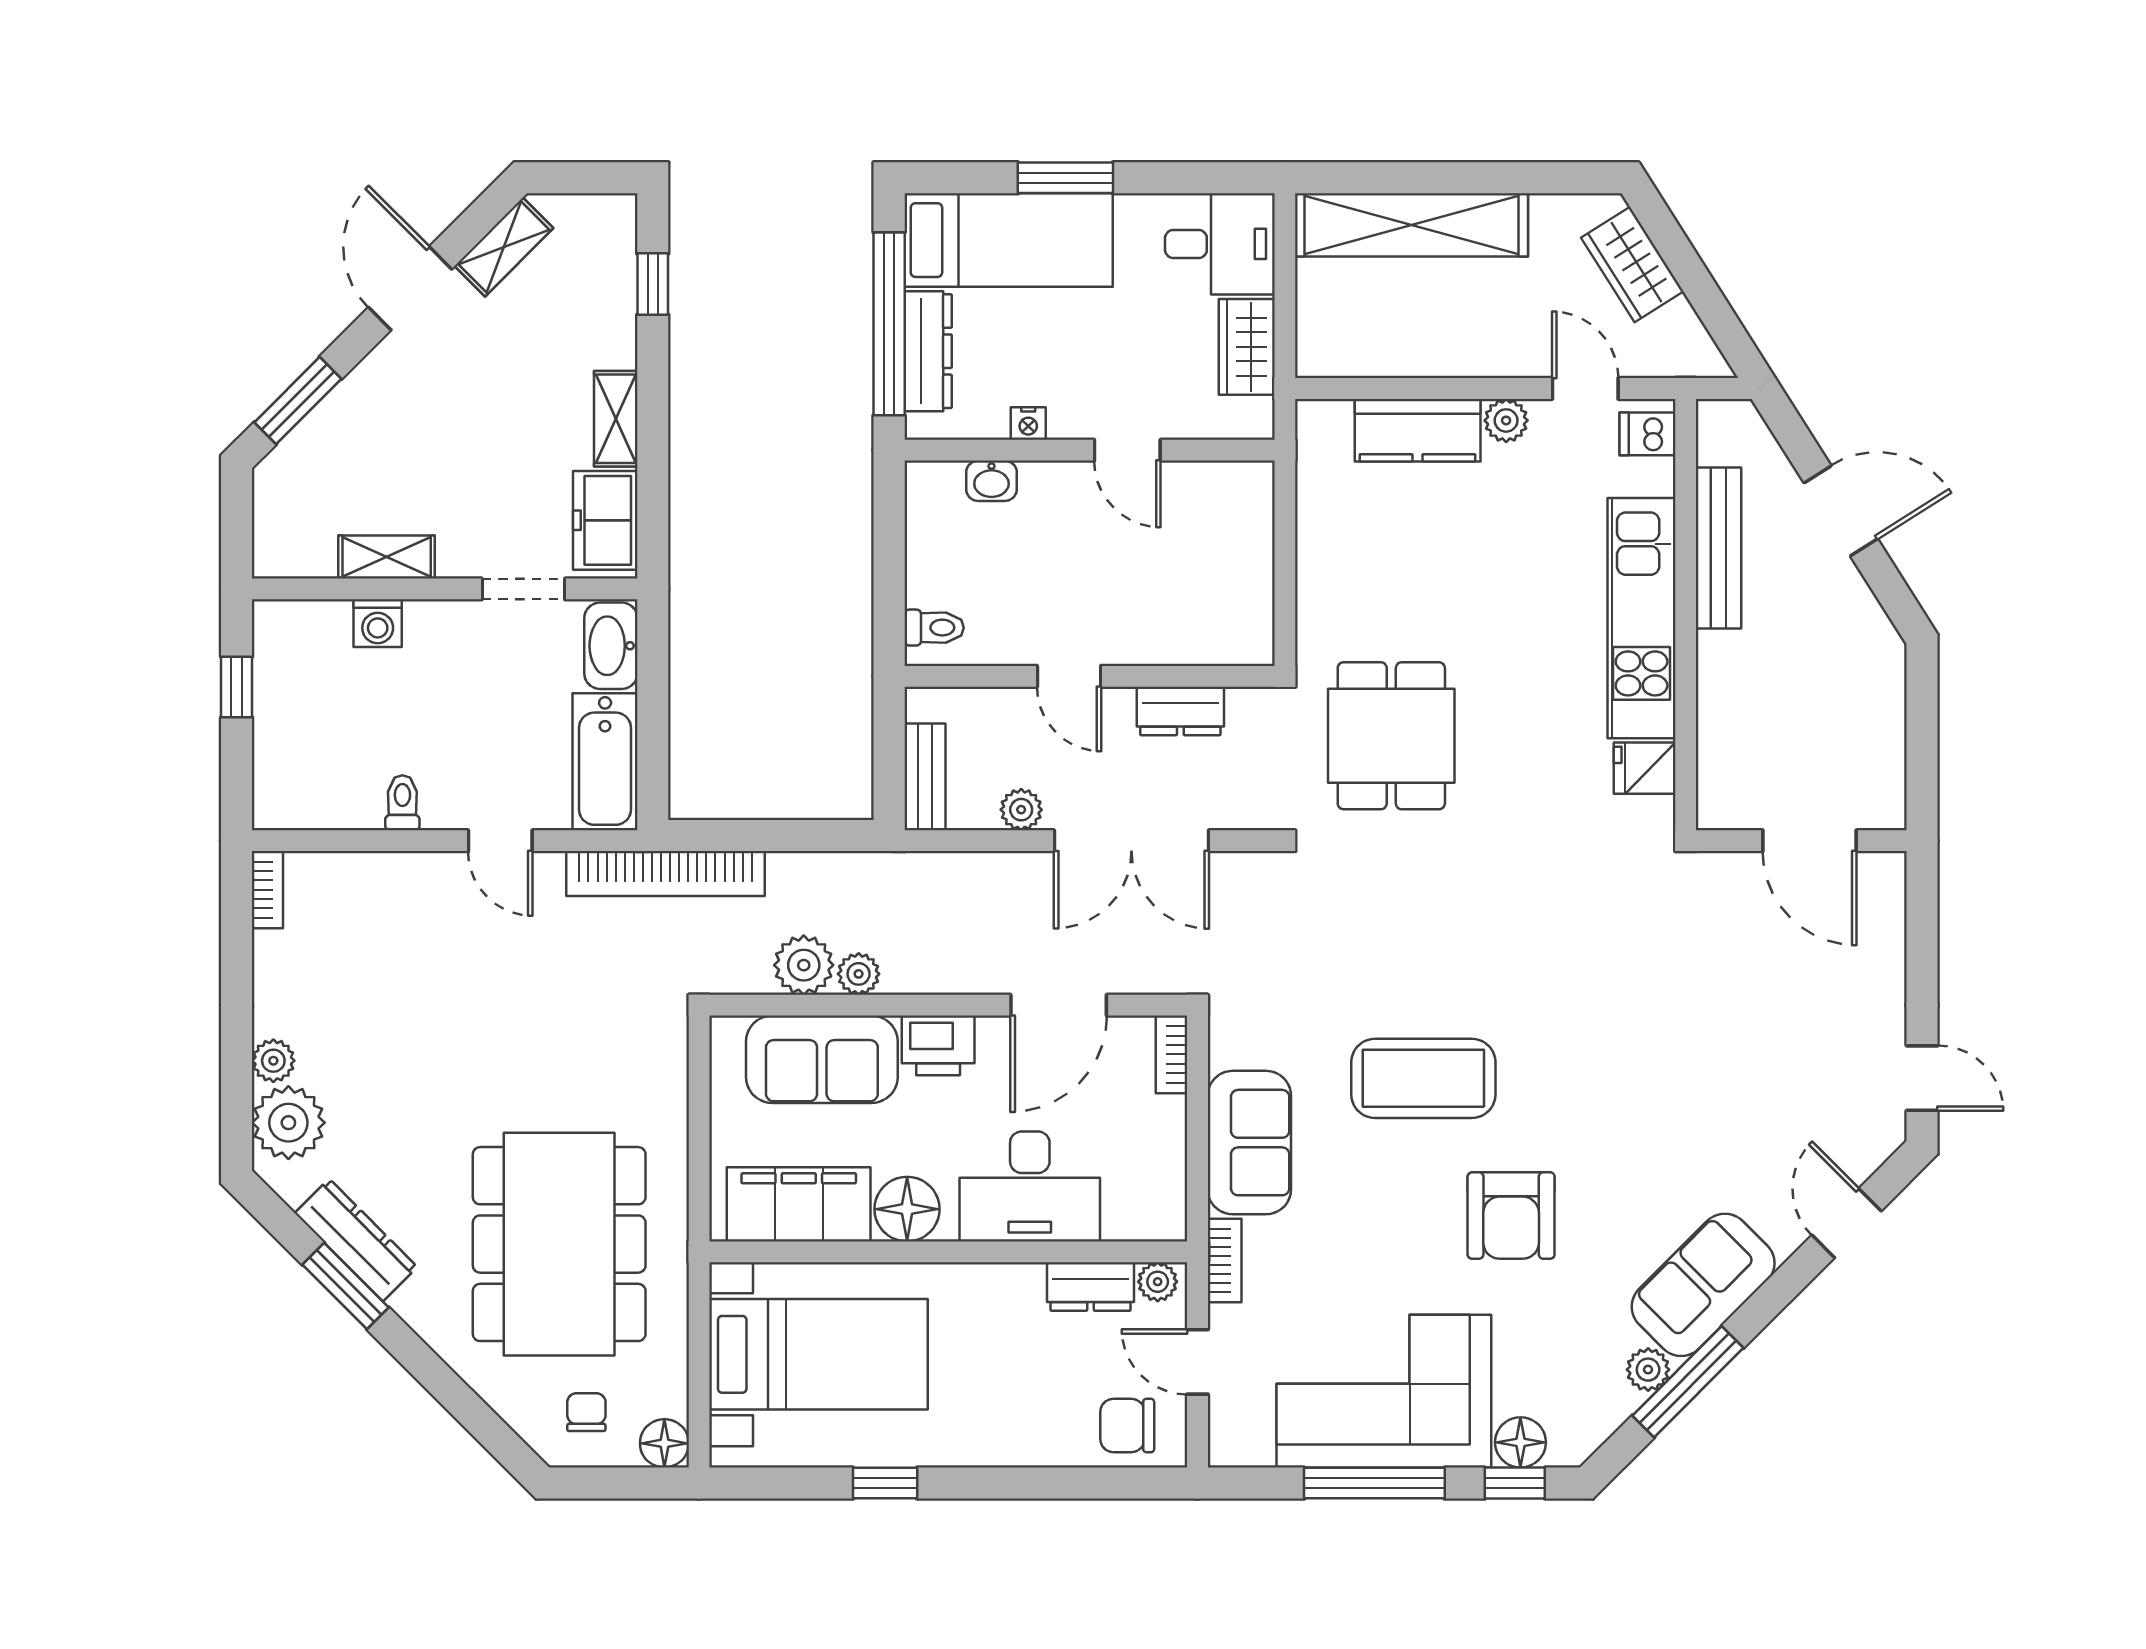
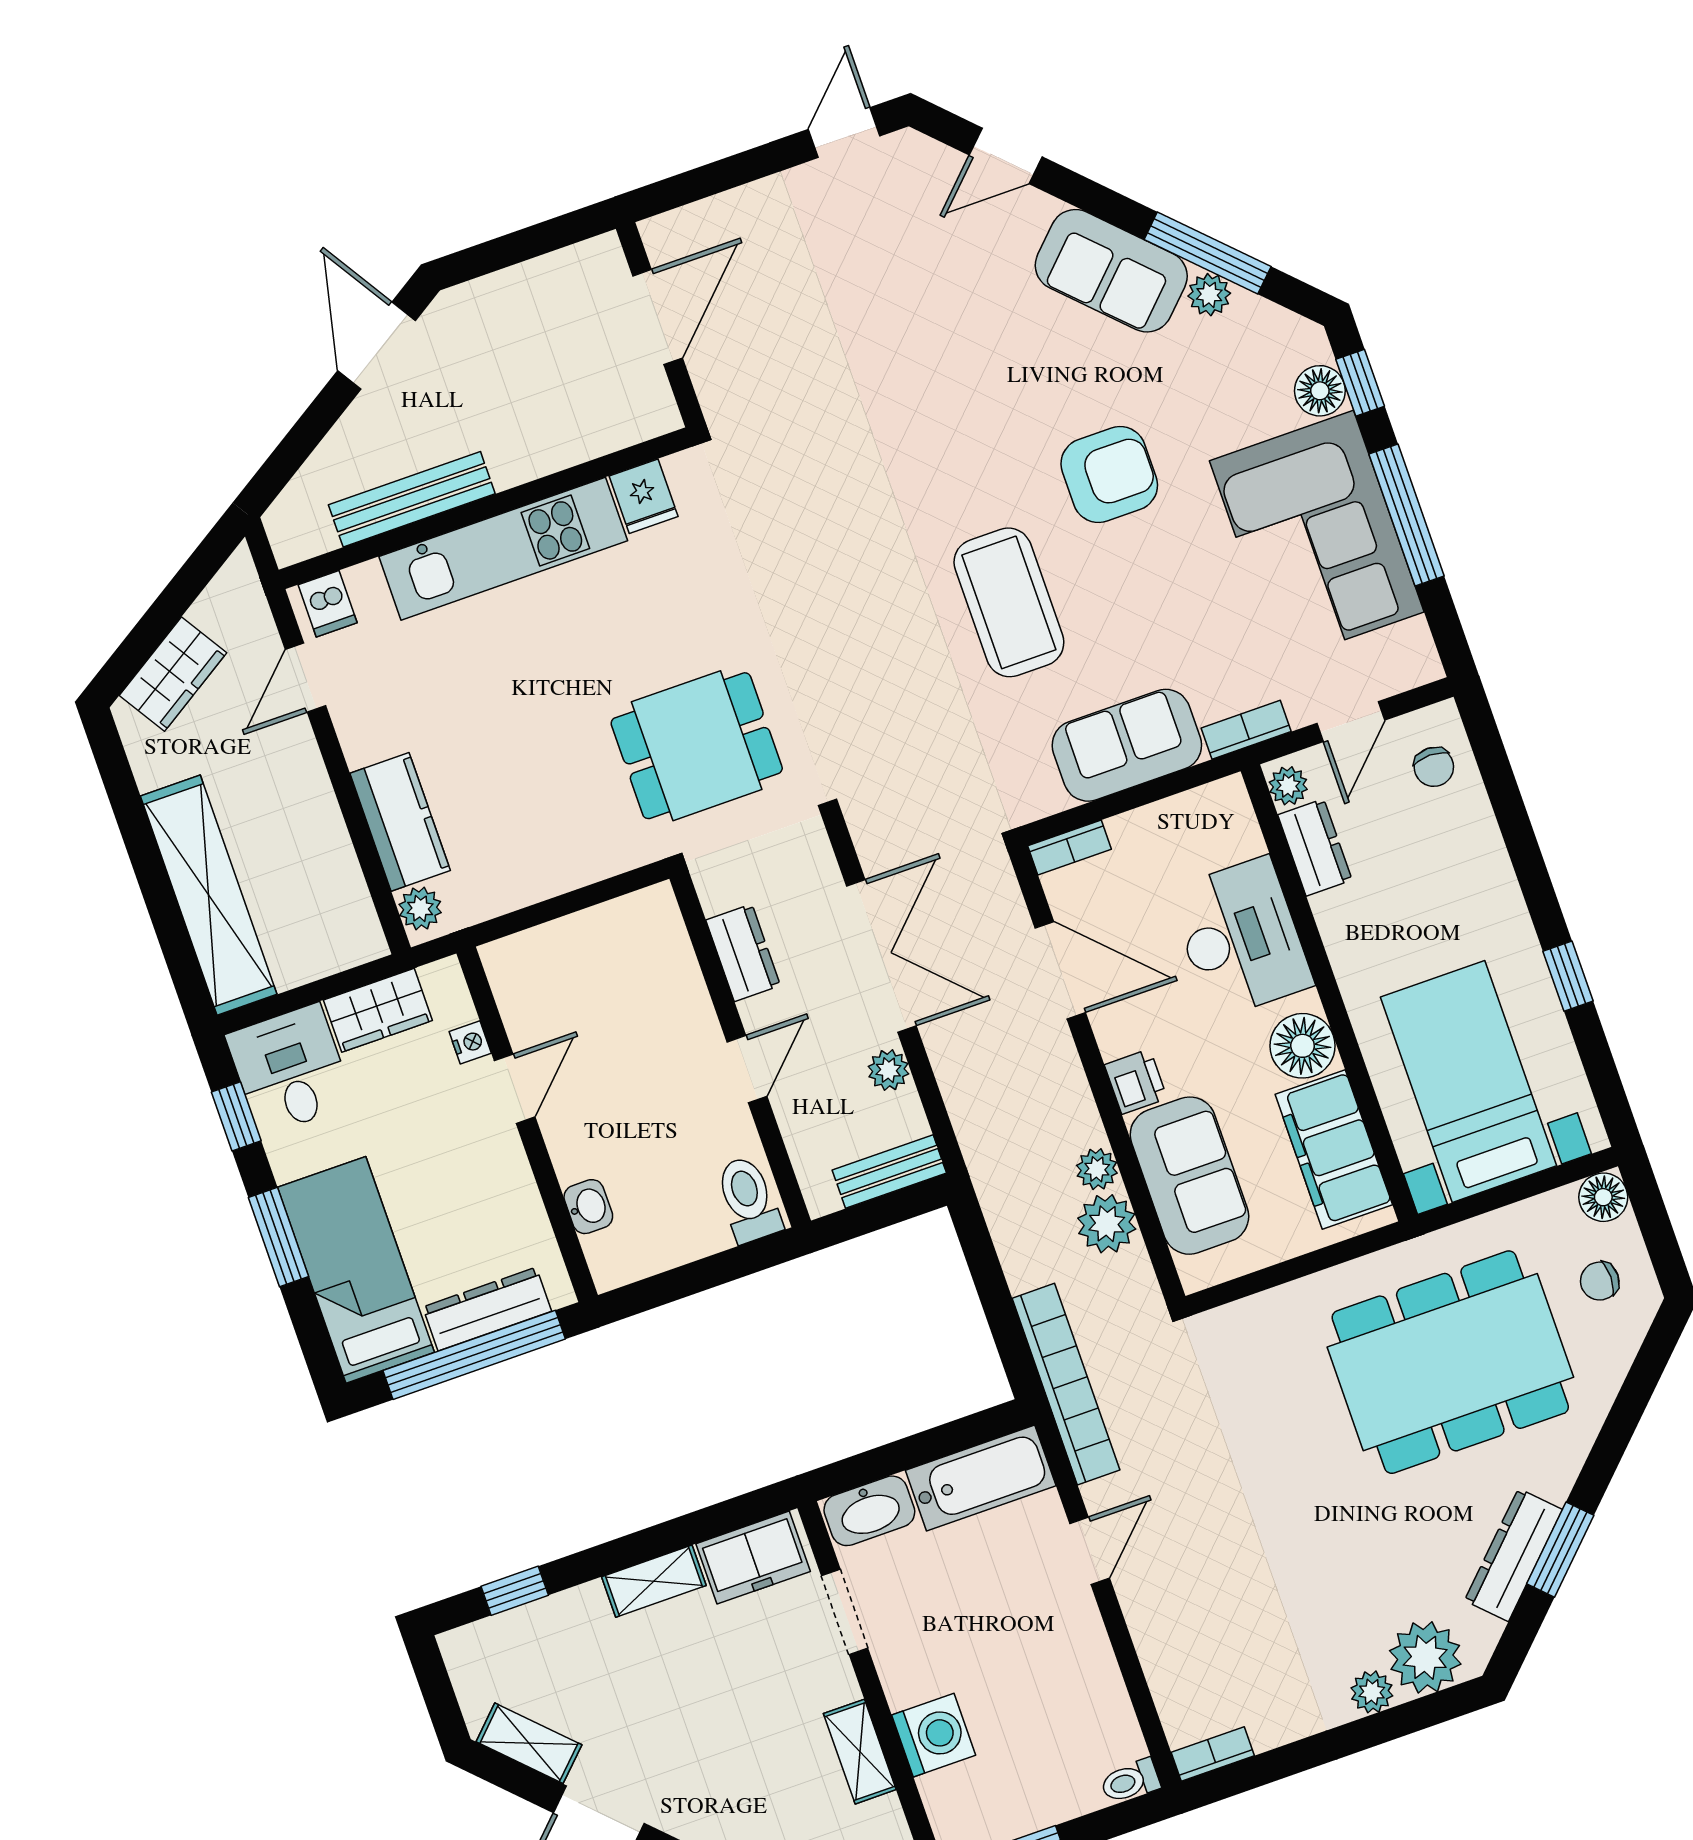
window: (1193, 178) -> (236, 1116), added
plant: (1506, 420) -> (420, 909), moved
nightstand: (1028, 423) -> (470, 1042), moved
door: (1841, 511) -> (377, 346), moved
washing machine: (378, 623) -> (934, 1735), width x1.38, depth x1.38
toilet: (934, 628) -> (748, 1199), width x1.37, depth x1.39
toilet: (402, 803) -> (1130, 1781), moved
printer: (938, 1045) -> (1136, 1082), width x0.73, depth x0.81
chair: (1127, 1426) -> (1434, 767), width x0.73, depth x0.73

